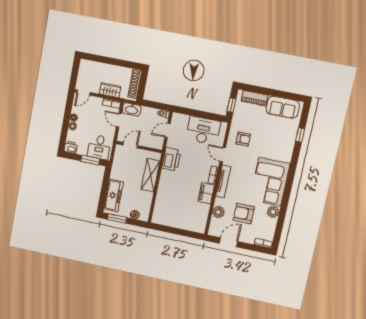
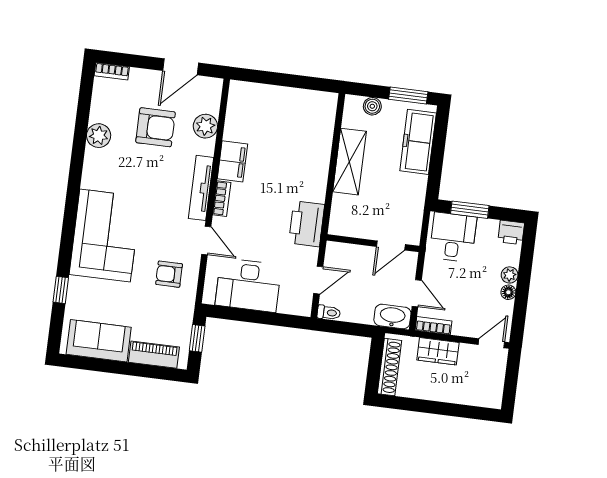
shelving: (150, 175) -> (349, 162), moved
corner sofa: (270, 182) -> (105, 236), moved

